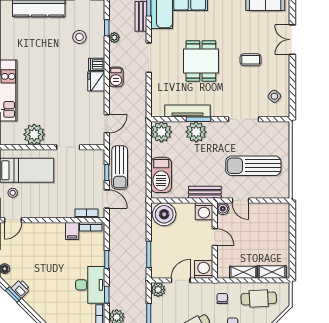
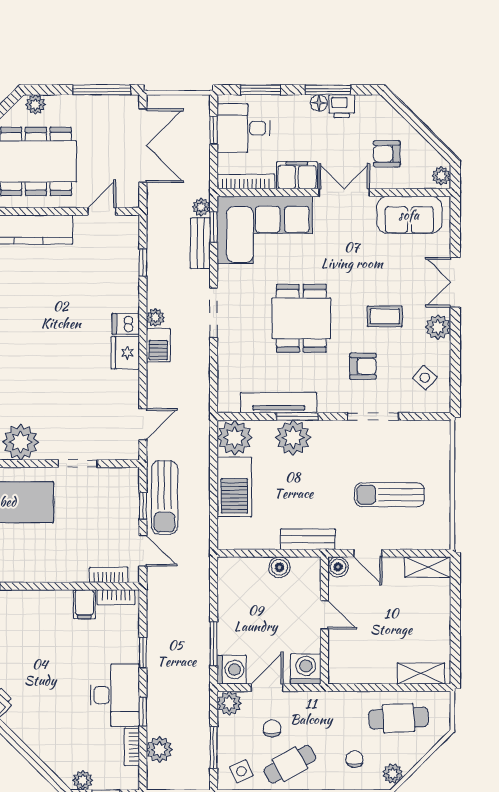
stool: (79, 37) -> (97, 278), removed
plant: (114, 37) -> (155, 317), moved
plant: (282, 66) -> (438, 327), added
armchair: (238, 89) -> (363, 366), added
sun lounger: (253, 166) -> (389, 495), width x0.73, depth x0.75
barbecue: (161, 175) -> (234, 487), moved
washing machine: (204, 211) -> (232, 670), moved, turned -90
boiler: (164, 214) -> (279, 567), moved, width x0.54, depth x0.54
shelving: (243, 272) -> (428, 567), moved
chair: (222, 298) -> (272, 728), moved

